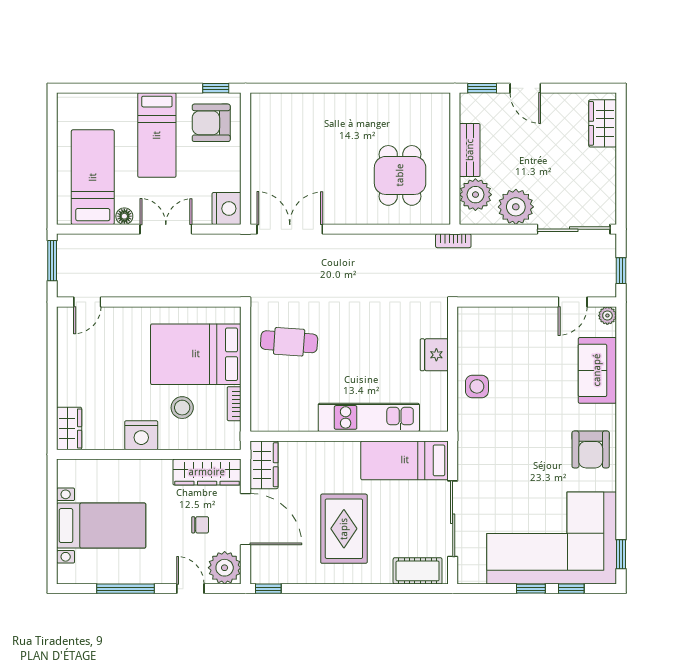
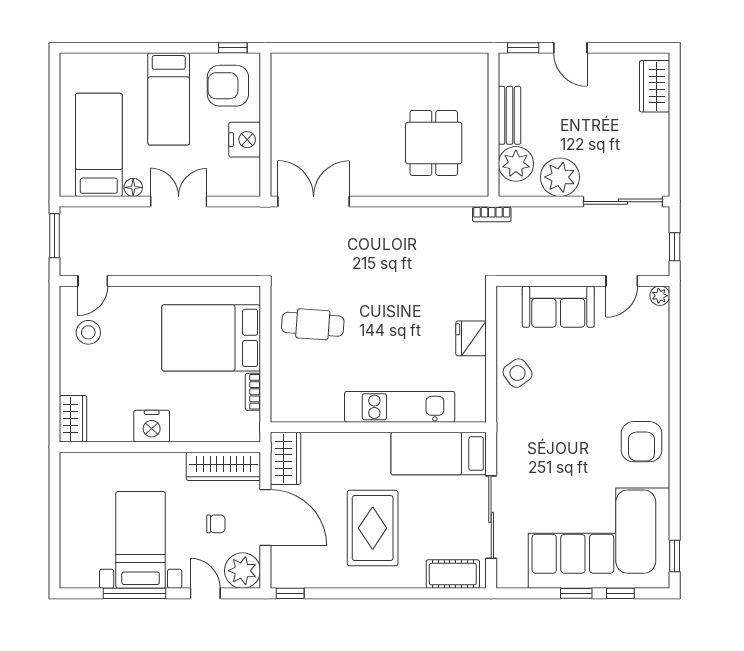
nightstand: (227, 209) -> (245, 140), moved
sofa: (597, 370) -> (558, 307), moved, turned -90
side table: (477, 386) -> (518, 373), turned -36
stool: (182, 408) -> (88, 332), moved
bed with nightstands: (101, 526) -> (141, 540), moved, turned -90

